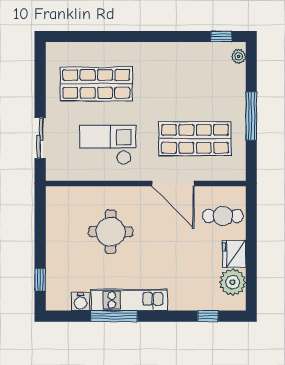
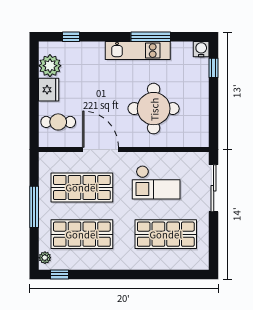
shop shelf: (195, 84) -> (82, 234), added
sliding door: (40, 138) -> (214, 188), width x1.37
round table: (111, 232) -> (154, 109), width x1.36, depth x1.36
water cooler: (81, 302) -> (201, 49), moved

